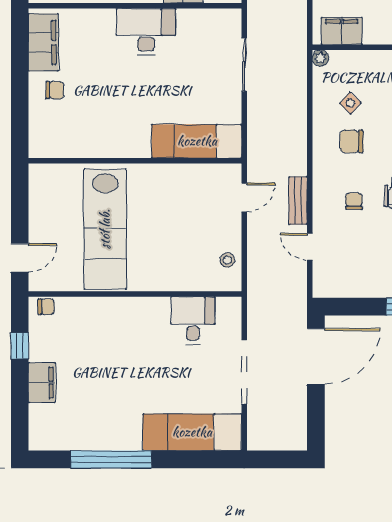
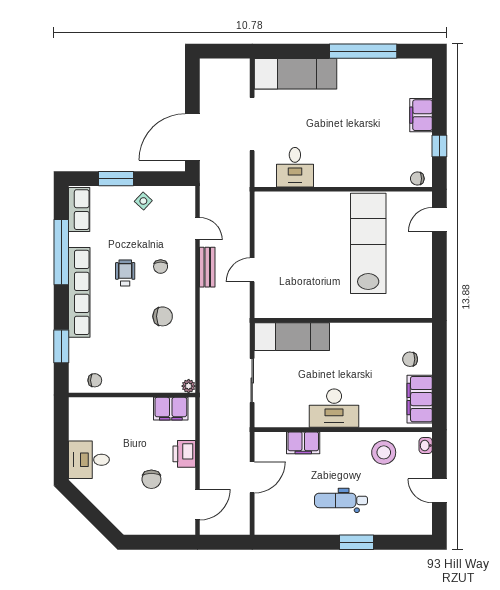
side table: (350, 103) -> (143, 201), moved
exam couch: (197, 141) -> (292, 337), moved
wall: (135, 161) -> (343, 320), moved
stool: (227, 260) -> (266, 217), removed

